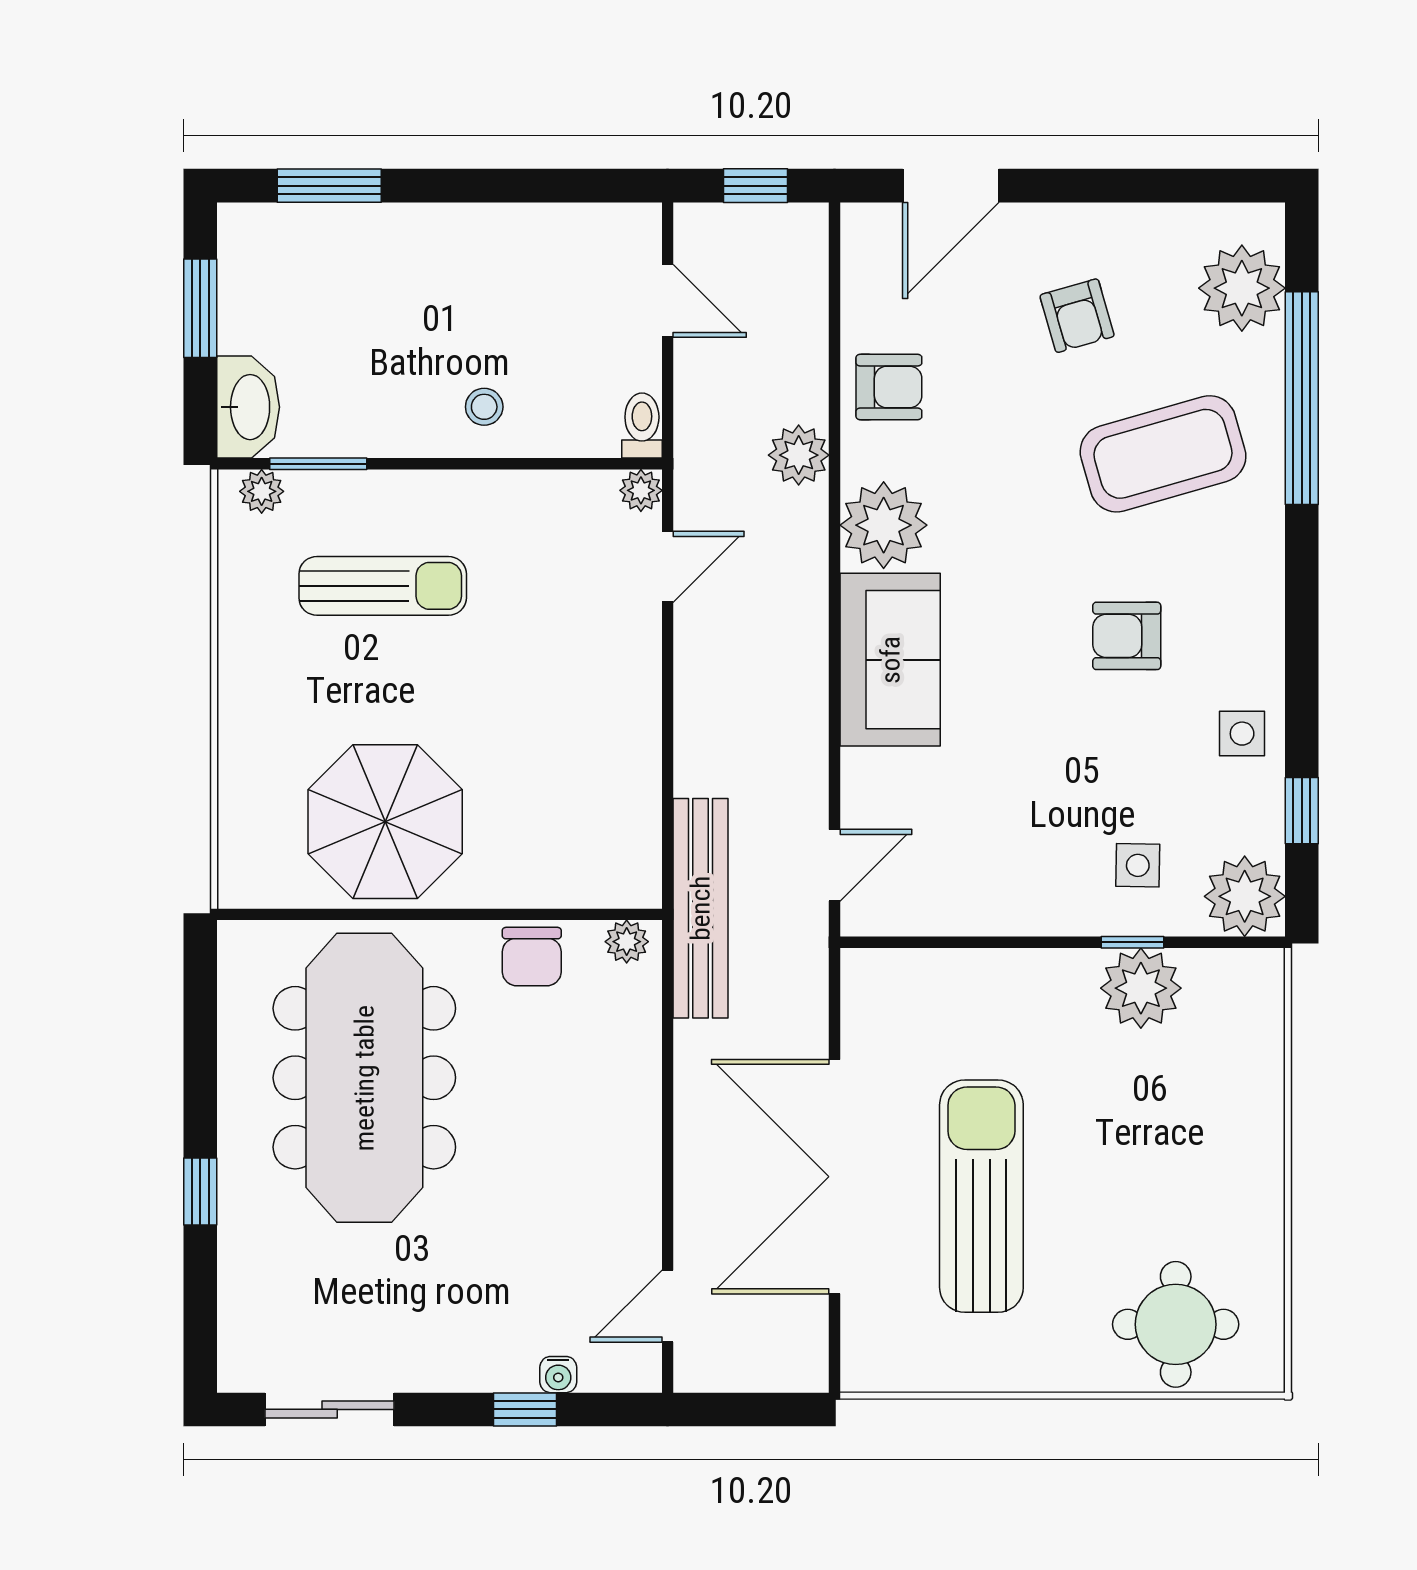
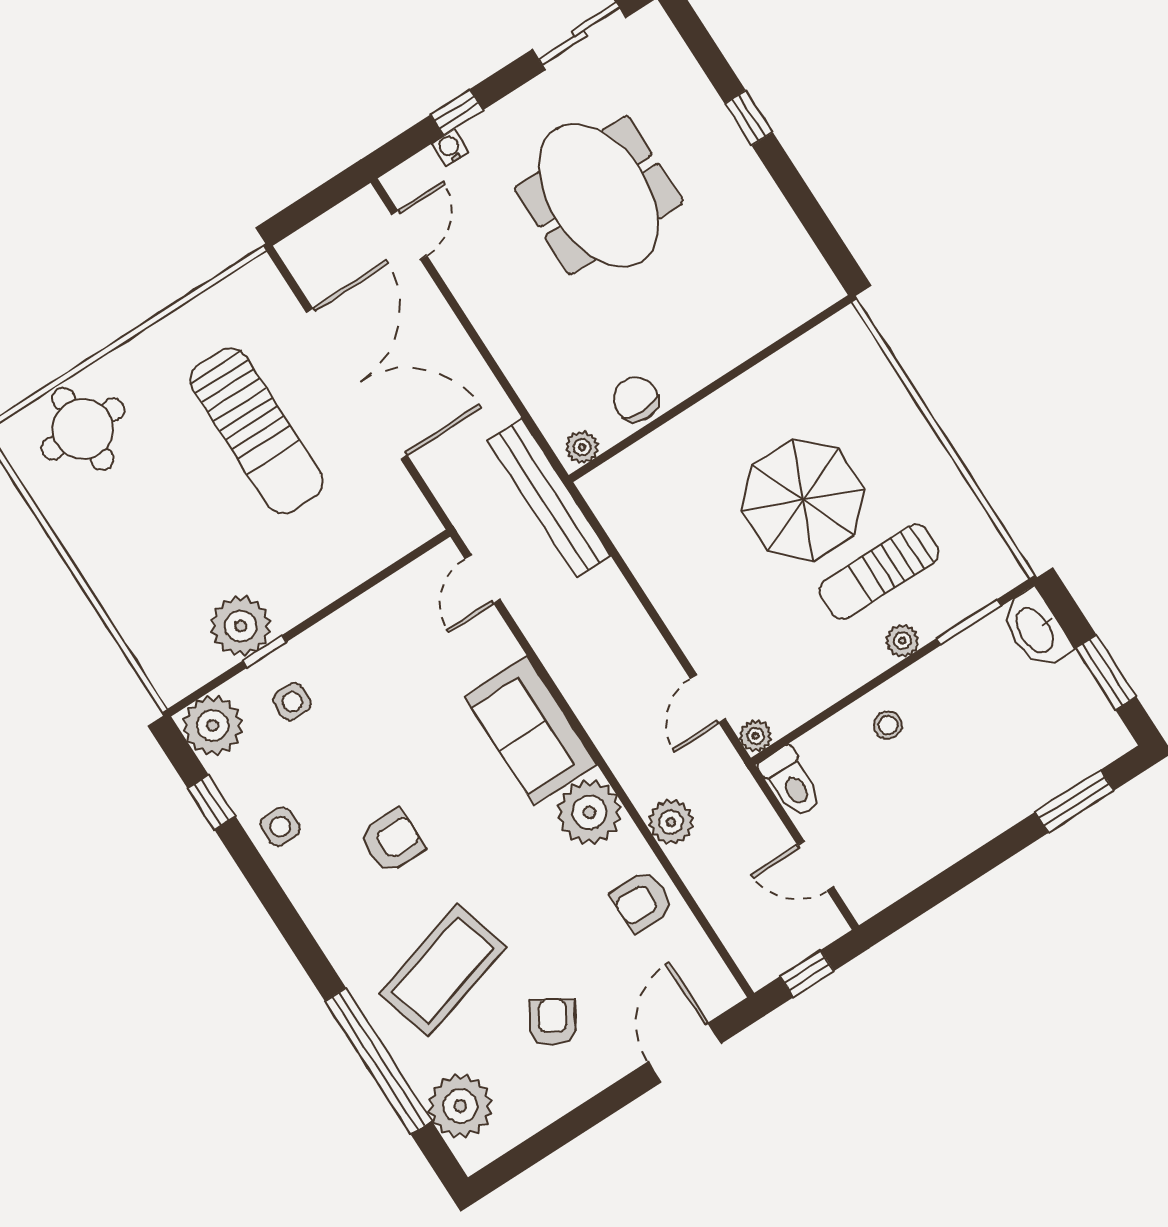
armchair: (1077, 316) -> (553, 1022), turned 48
toilet: (642, 426) -> (791, 782), width x1.37, depth x1.39
plant: (262, 491) -> (902, 641), moved
parasol: (385, 822) -> (803, 500), moved
meeting table: (364, 1078) -> (599, 195), moved, width x0.73

